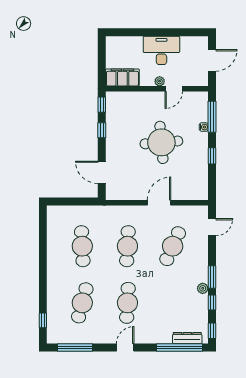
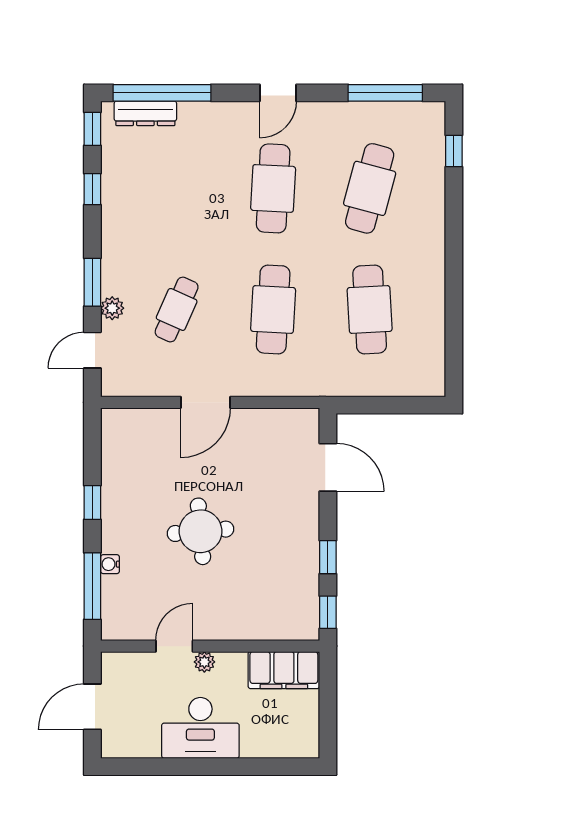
round table: (161, 142) -> (200, 531), width x0.73, depth x0.73
cafe table: (173, 246) -> (177, 309), width x0.73, depth x0.74
window: (212, 277) -> (92, 282), moved
plant: (203, 288) -> (112, 308), moved

